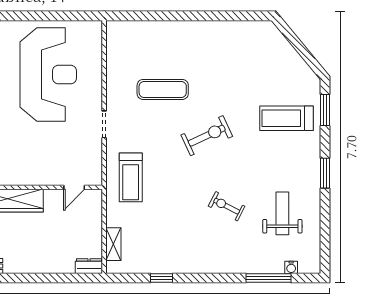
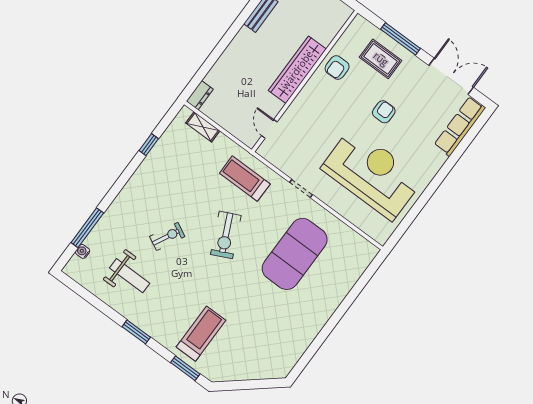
reception desk: (48, 75) -> (372, 174), turned 180
exercise mat: (163, 89) -> (295, 254), width x2.00, depth x1.45
exercise bike: (207, 136) -> (226, 235), moved

